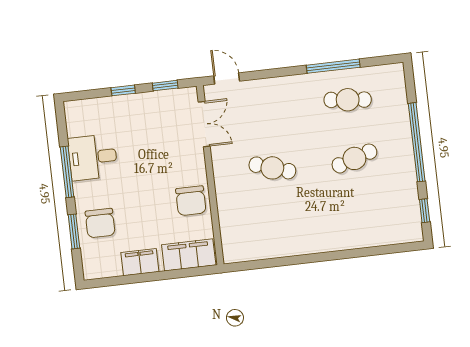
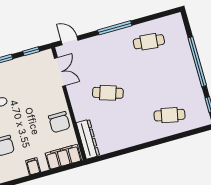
window: (333, 66) -> (115, 28), moved
cafe table: (354, 158) -> (170, 115), moved, turned 30
dresser: (230, 234) -> (88, 139), added
filing cabinet: (140, 262) -> (33, 166), width x0.50

